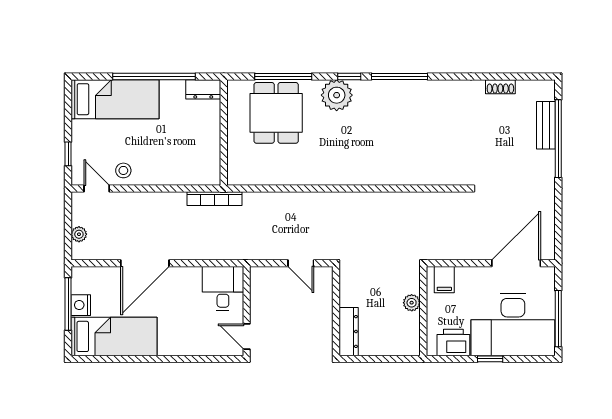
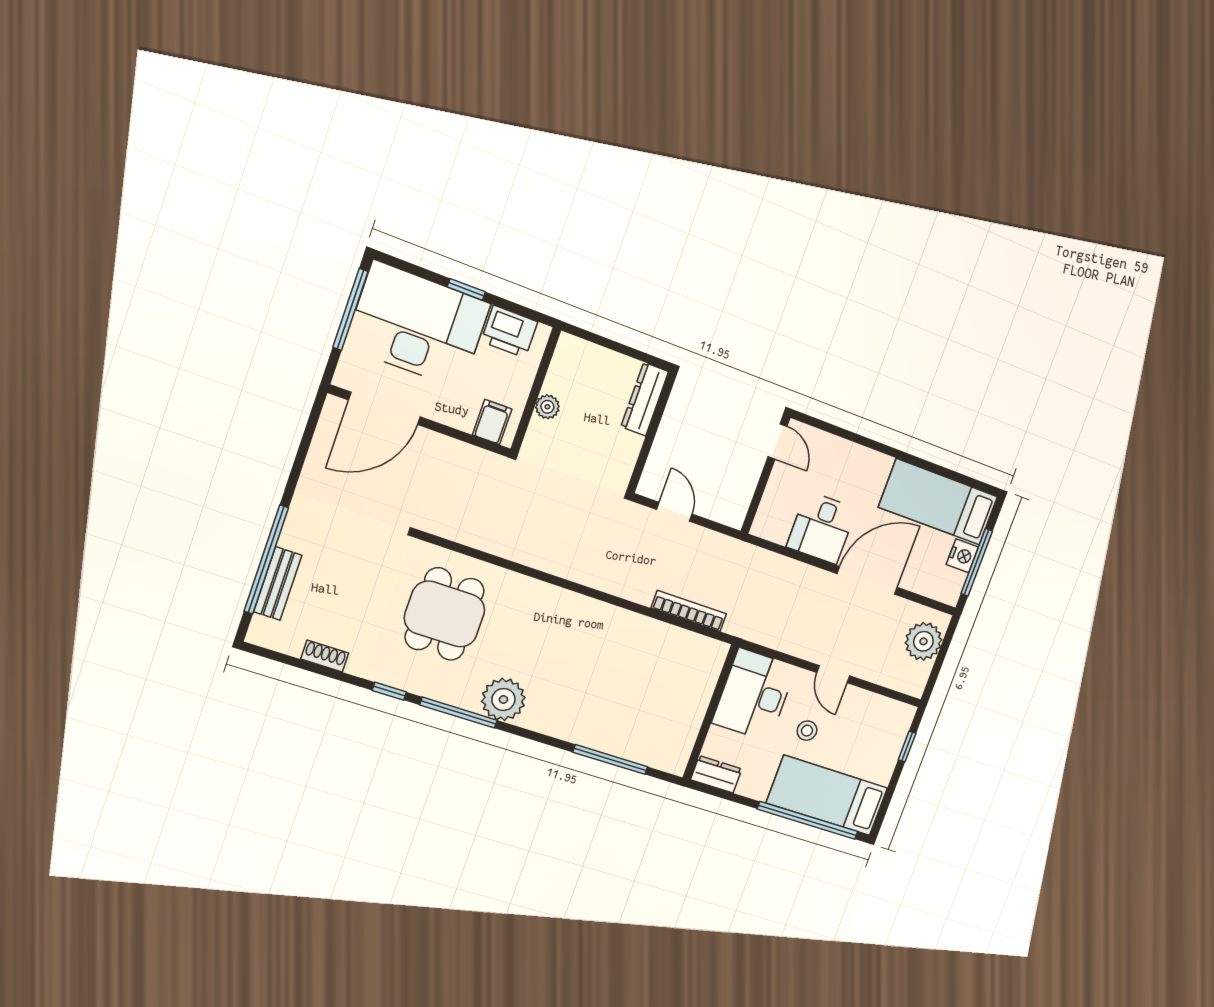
window: (154, 76) -> (808, 820), moved
window: (349, 76) -> (389, 691), moved
plant: (337, 95) -> (503, 699), moved
dining table: (276, 113) -> (445, 614), moved
desk: (197, 155) -> (754, 695), added
stool: (123, 170) -> (807, 731), moved
door: (97, 189) -> (833, 674), moved
bookcase: (215, 199) -> (689, 611), moved
plant: (79, 234) -> (923, 641), width x1.88, depth x1.88
desk: (223, 289) -> (822, 528), moved

